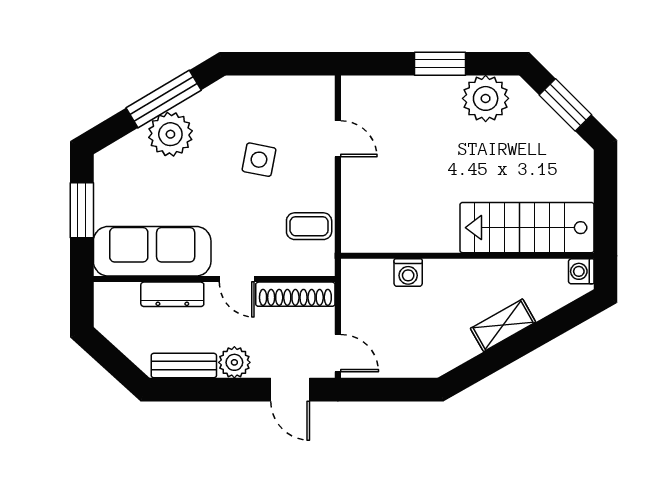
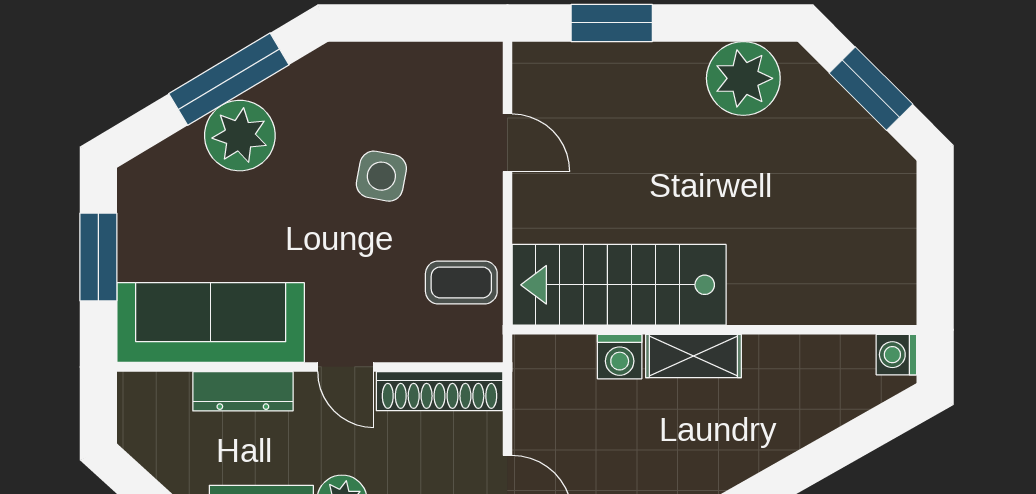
window: (440, 64) -> (612, 23), moved
stairs: (527, 228) -> (619, 285), moved
shelving: (503, 325) -> (693, 356), moved, turned 30

